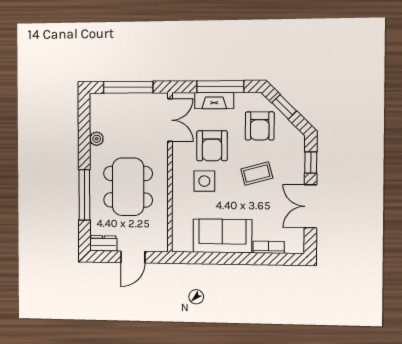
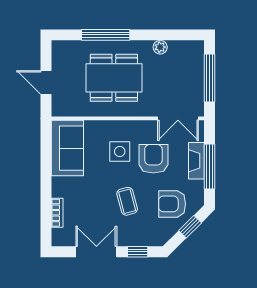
armchair: (212, 146) -> (153, 159), turned 90
sofa: (222, 236) -> (67, 148), moved
dresser: (103, 243) -> (59, 54), removed

